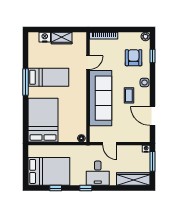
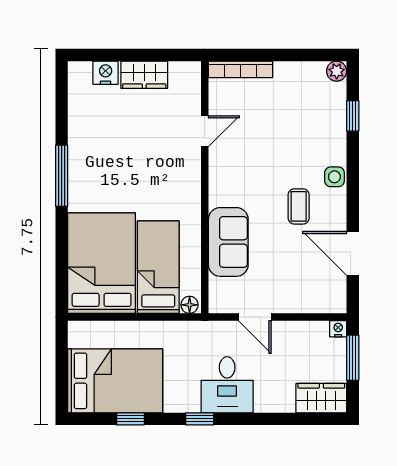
armchair: (134, 58) -> (309, 120), removed
bed: (48, 77) -> (158, 267), moved, turned -90
sofa: (101, 98) -> (228, 242), width x0.54, depth x0.79
wardrobe: (133, 179) -> (321, 398), width x0.67

